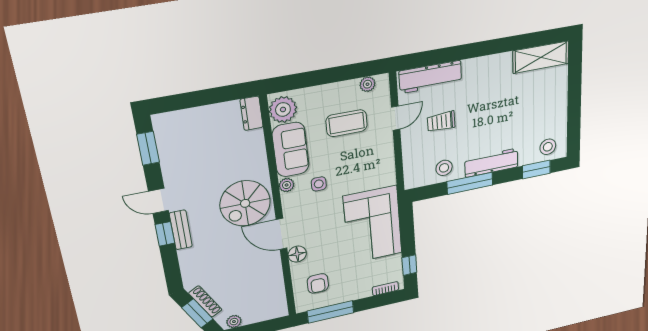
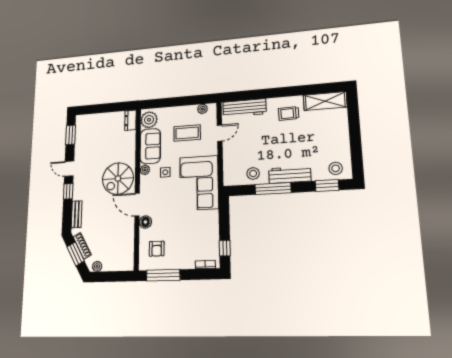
trolley: (441, 122) -> (289, 113), moved
corner sofa: (373, 225) -> (199, 183), moved
bench: (181, 230) -> (77, 214), moved

